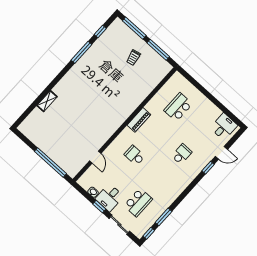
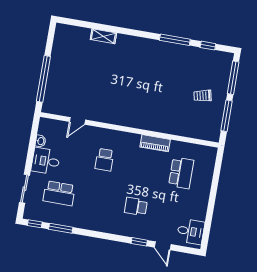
school desk: (178, 107) -> (181, 173), turned 90
piano: (139, 120) -> (155, 143), moved
school desk: (182, 154) -> (136, 206), turned 180
school desk: (135, 155) -> (104, 160), turned 180
window: (99, 207) -> (30, 156), removed

